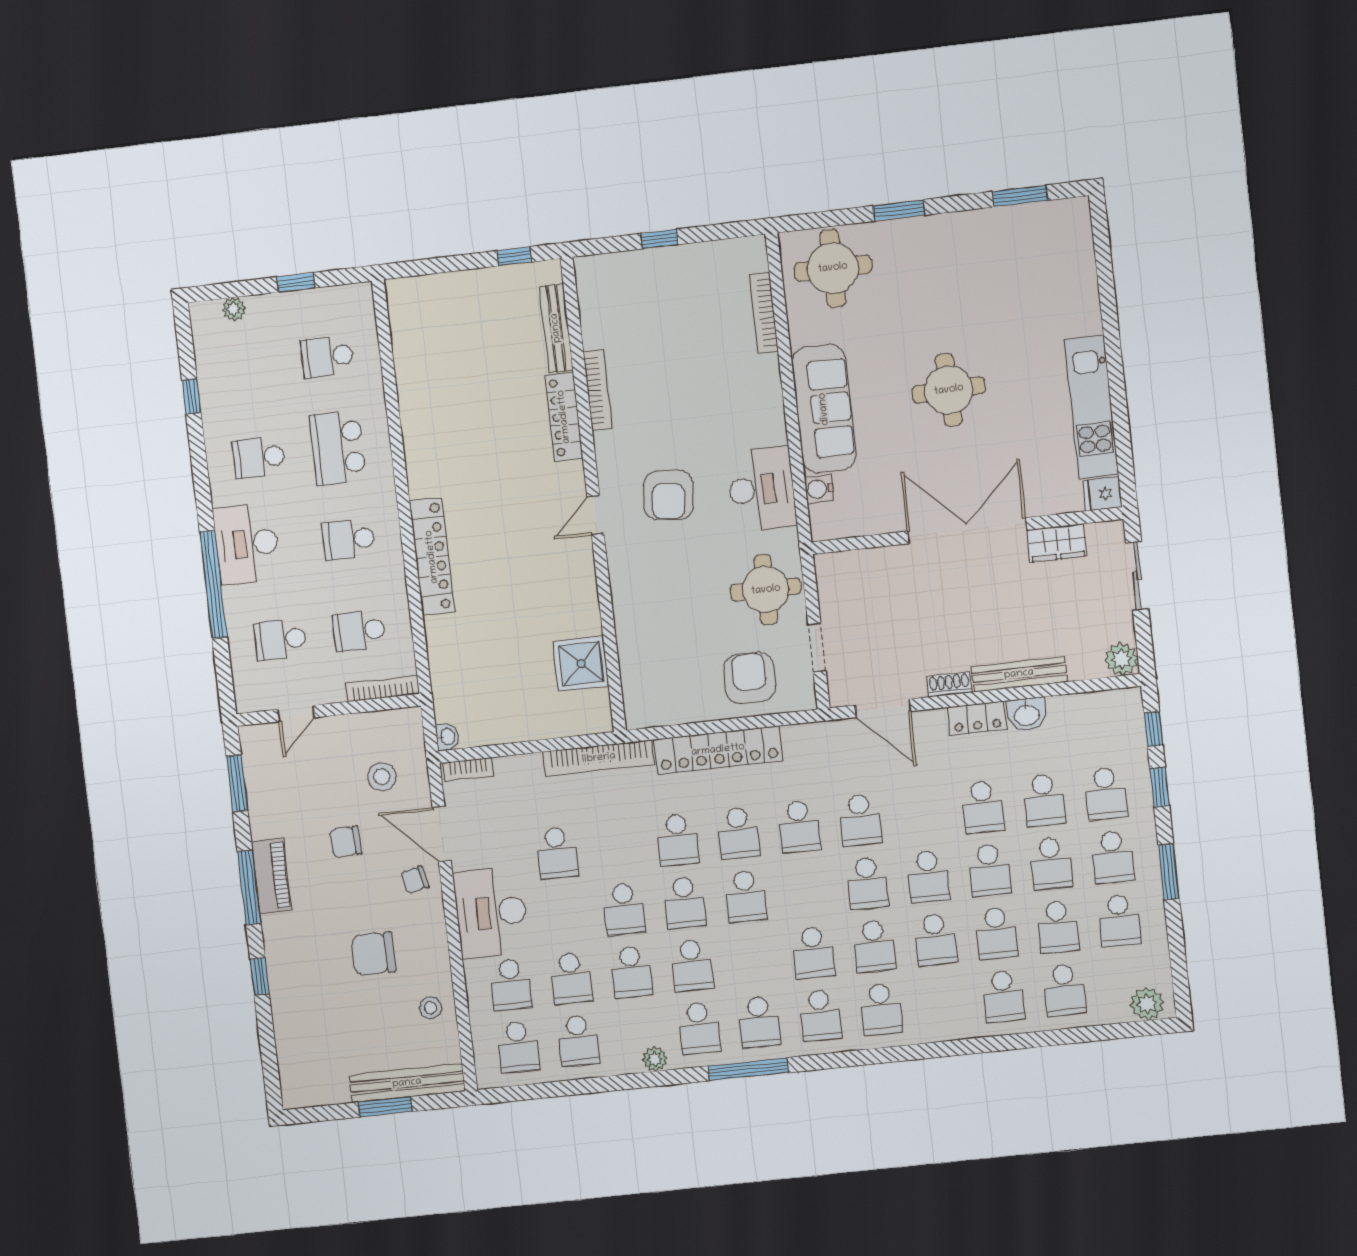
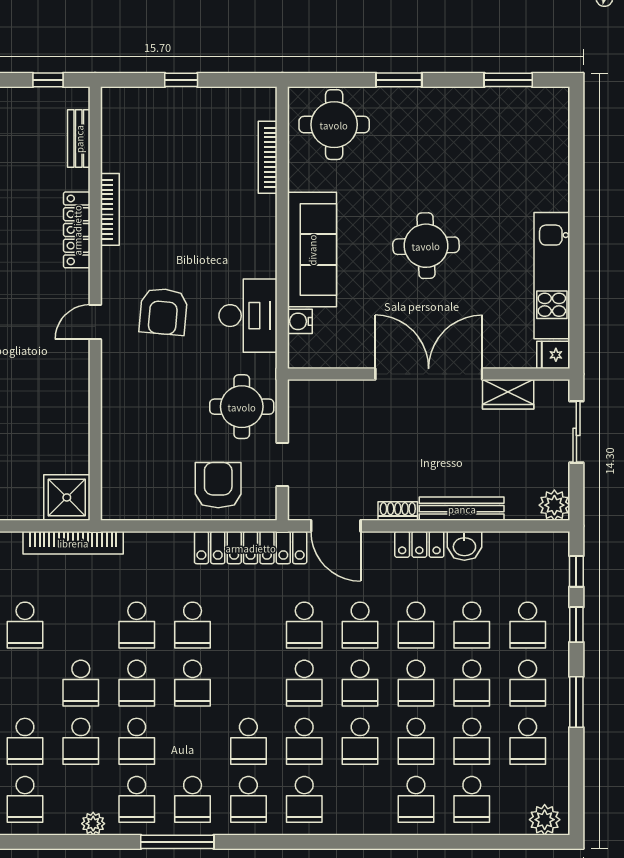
bench: (556, 328) -> (79, 139), width x0.73
shower: (581, 664) -> (67, 497), moved
locker: (718, 750) -> (251, 548), moved
school desk: (799, 827) -> (360, 625), moved

